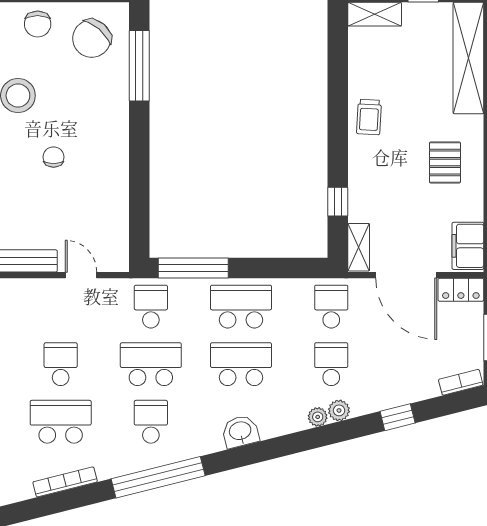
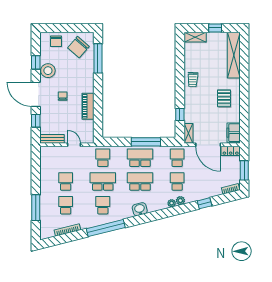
piano: (115, 182) -> (88, 106), added
window: (193, 268) -> (146, 142), moved
school desk: (61, 422) -> (66, 205), width x0.54

